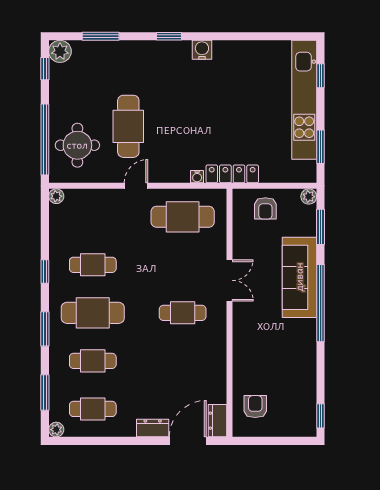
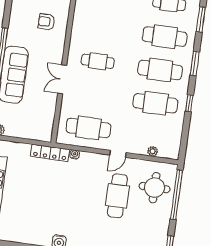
plant: (56, 196) -> (153, 151), moved
armchair: (265, 208) -> (46, 22), moved, turned -90
cafe table: (93, 265) -> (155, 103), width x1.37, depth x1.35
cafe table: (93, 361) -> (165, 37), width x1.37, depth x1.35

